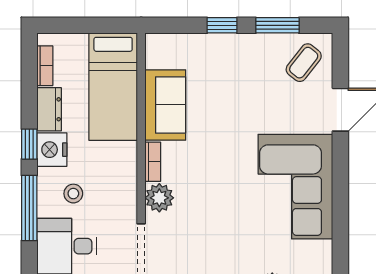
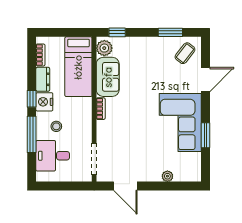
window: (222, 25) -> (117, 32), moved
plant: (159, 198) -> (104, 48), moved
window: (340, 209) -> (205, 135), added

